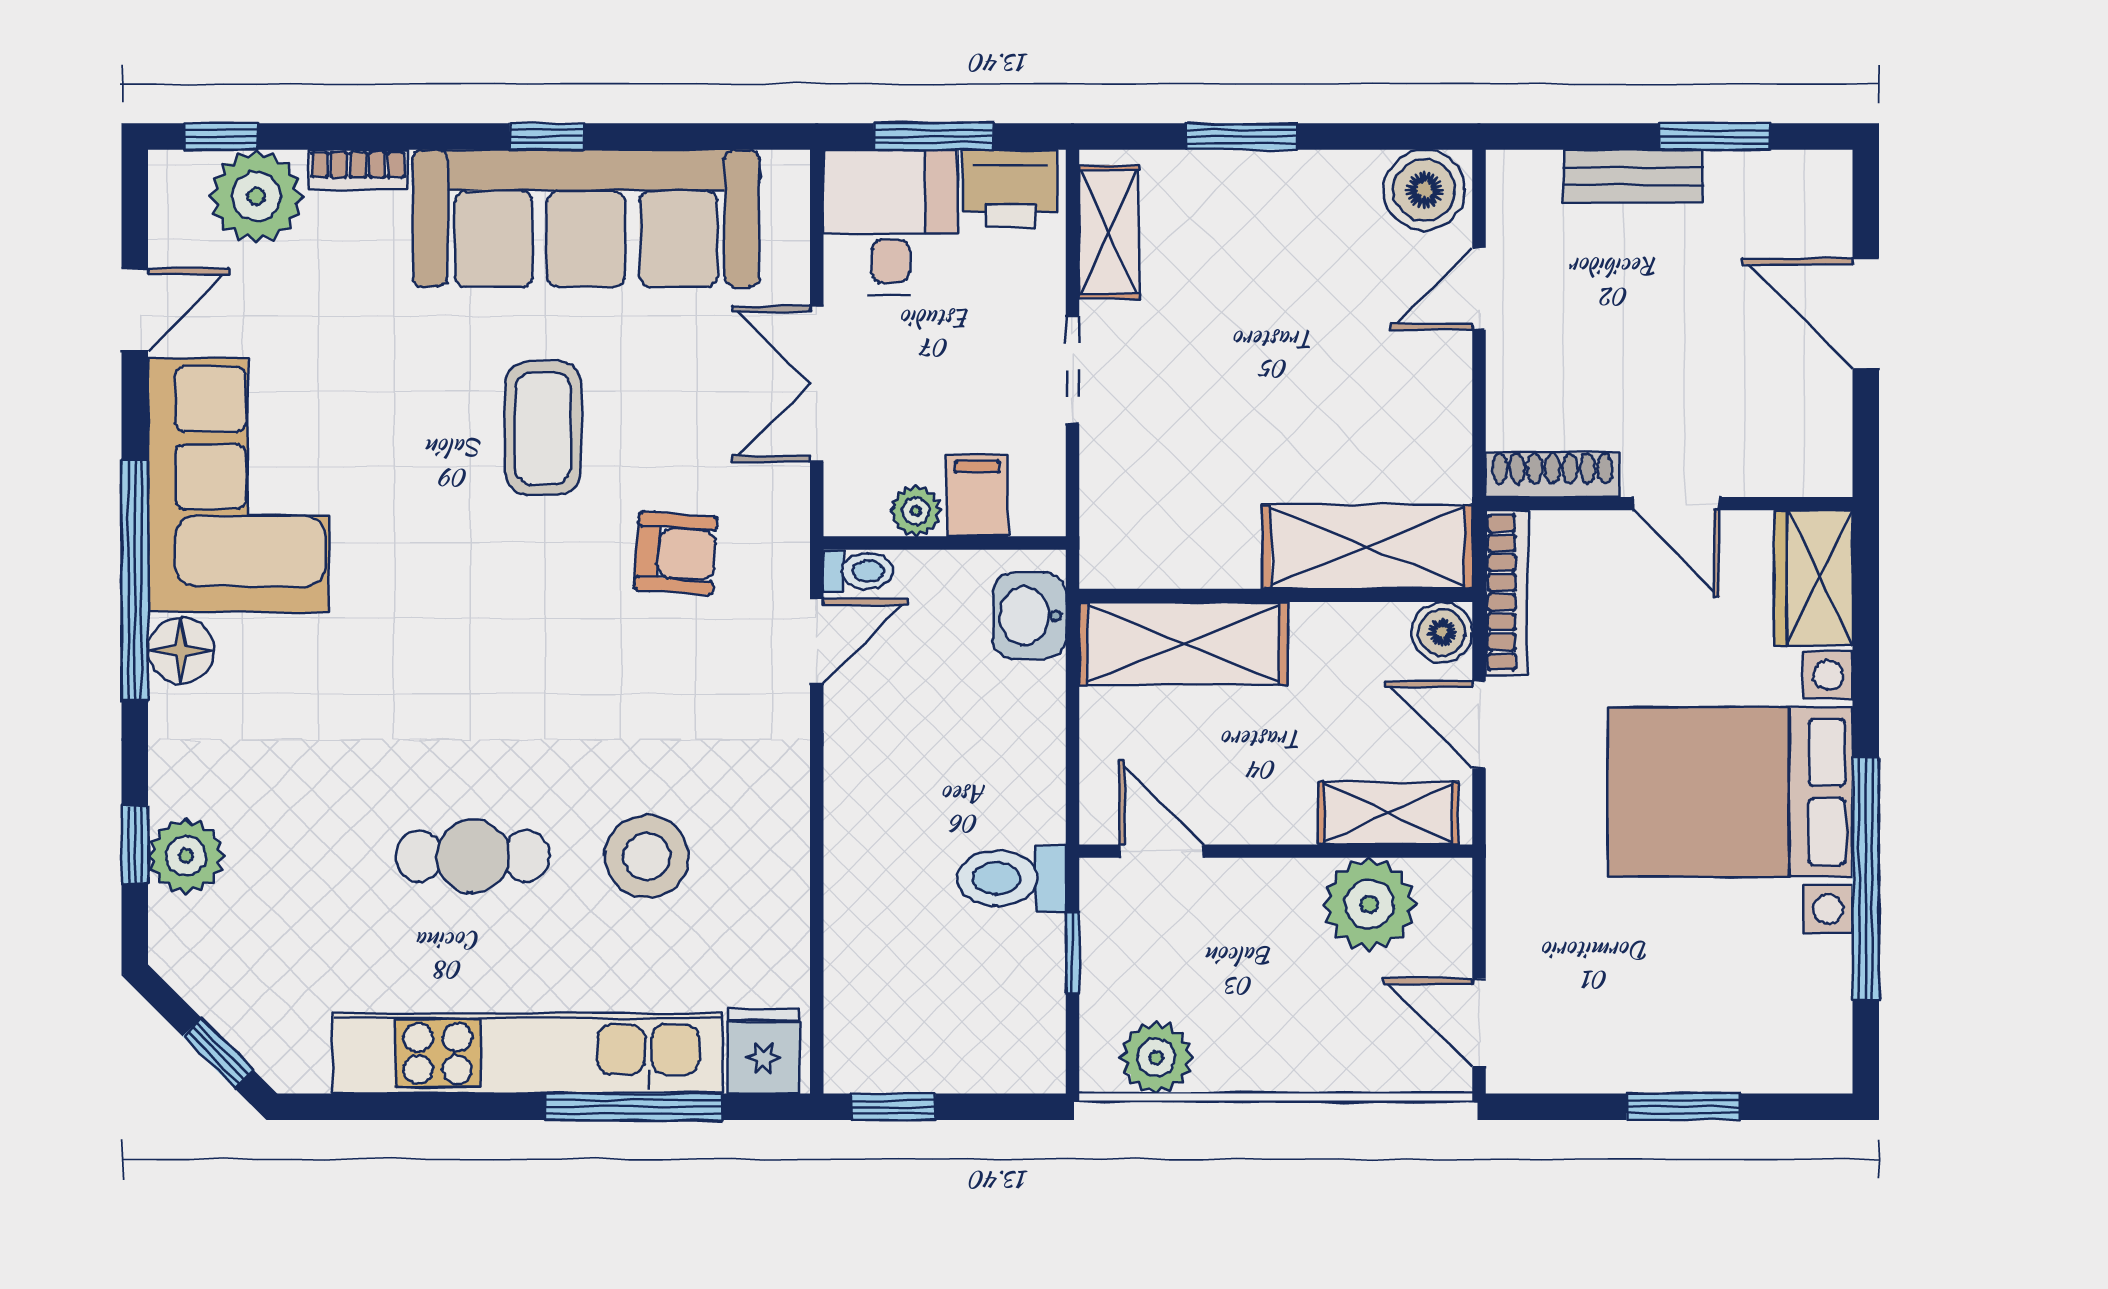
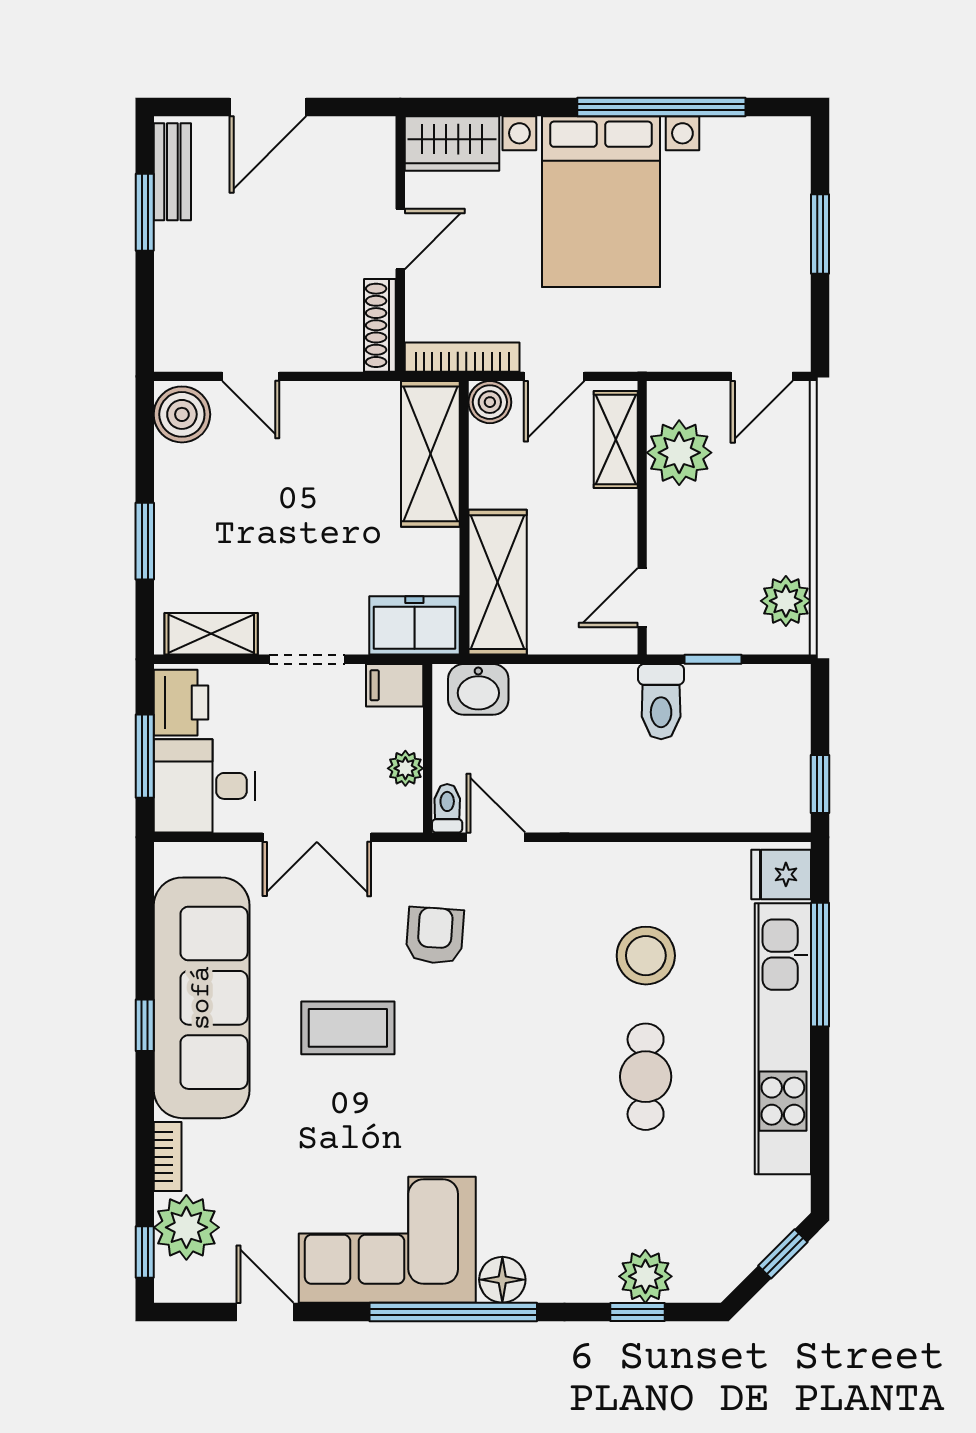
bench: (1633, 176) -> (172, 172), moved
filing cabinet: (977, 495) -> (395, 685), moved
freezer: (1121, 524) -> (414, 625), added

